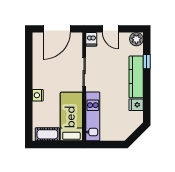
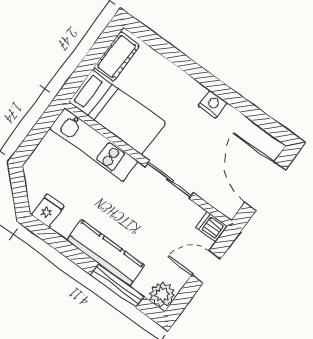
window: (147, 62) -> (117, 286), width x2.17
nightstand: (38, 95) -> (213, 104), moved
fridge: (136, 105) -> (48, 211), moved

